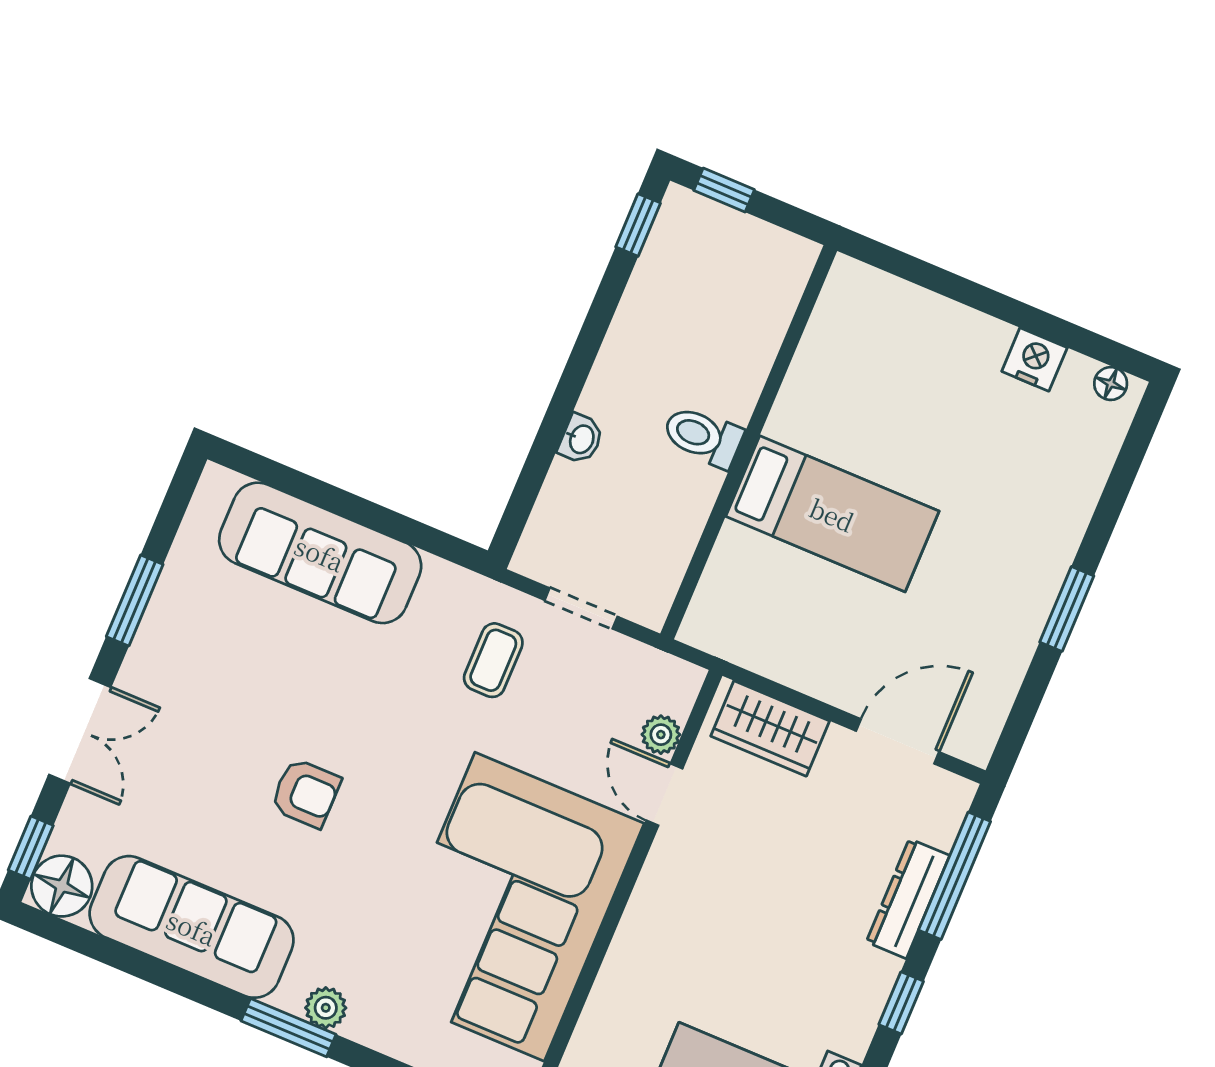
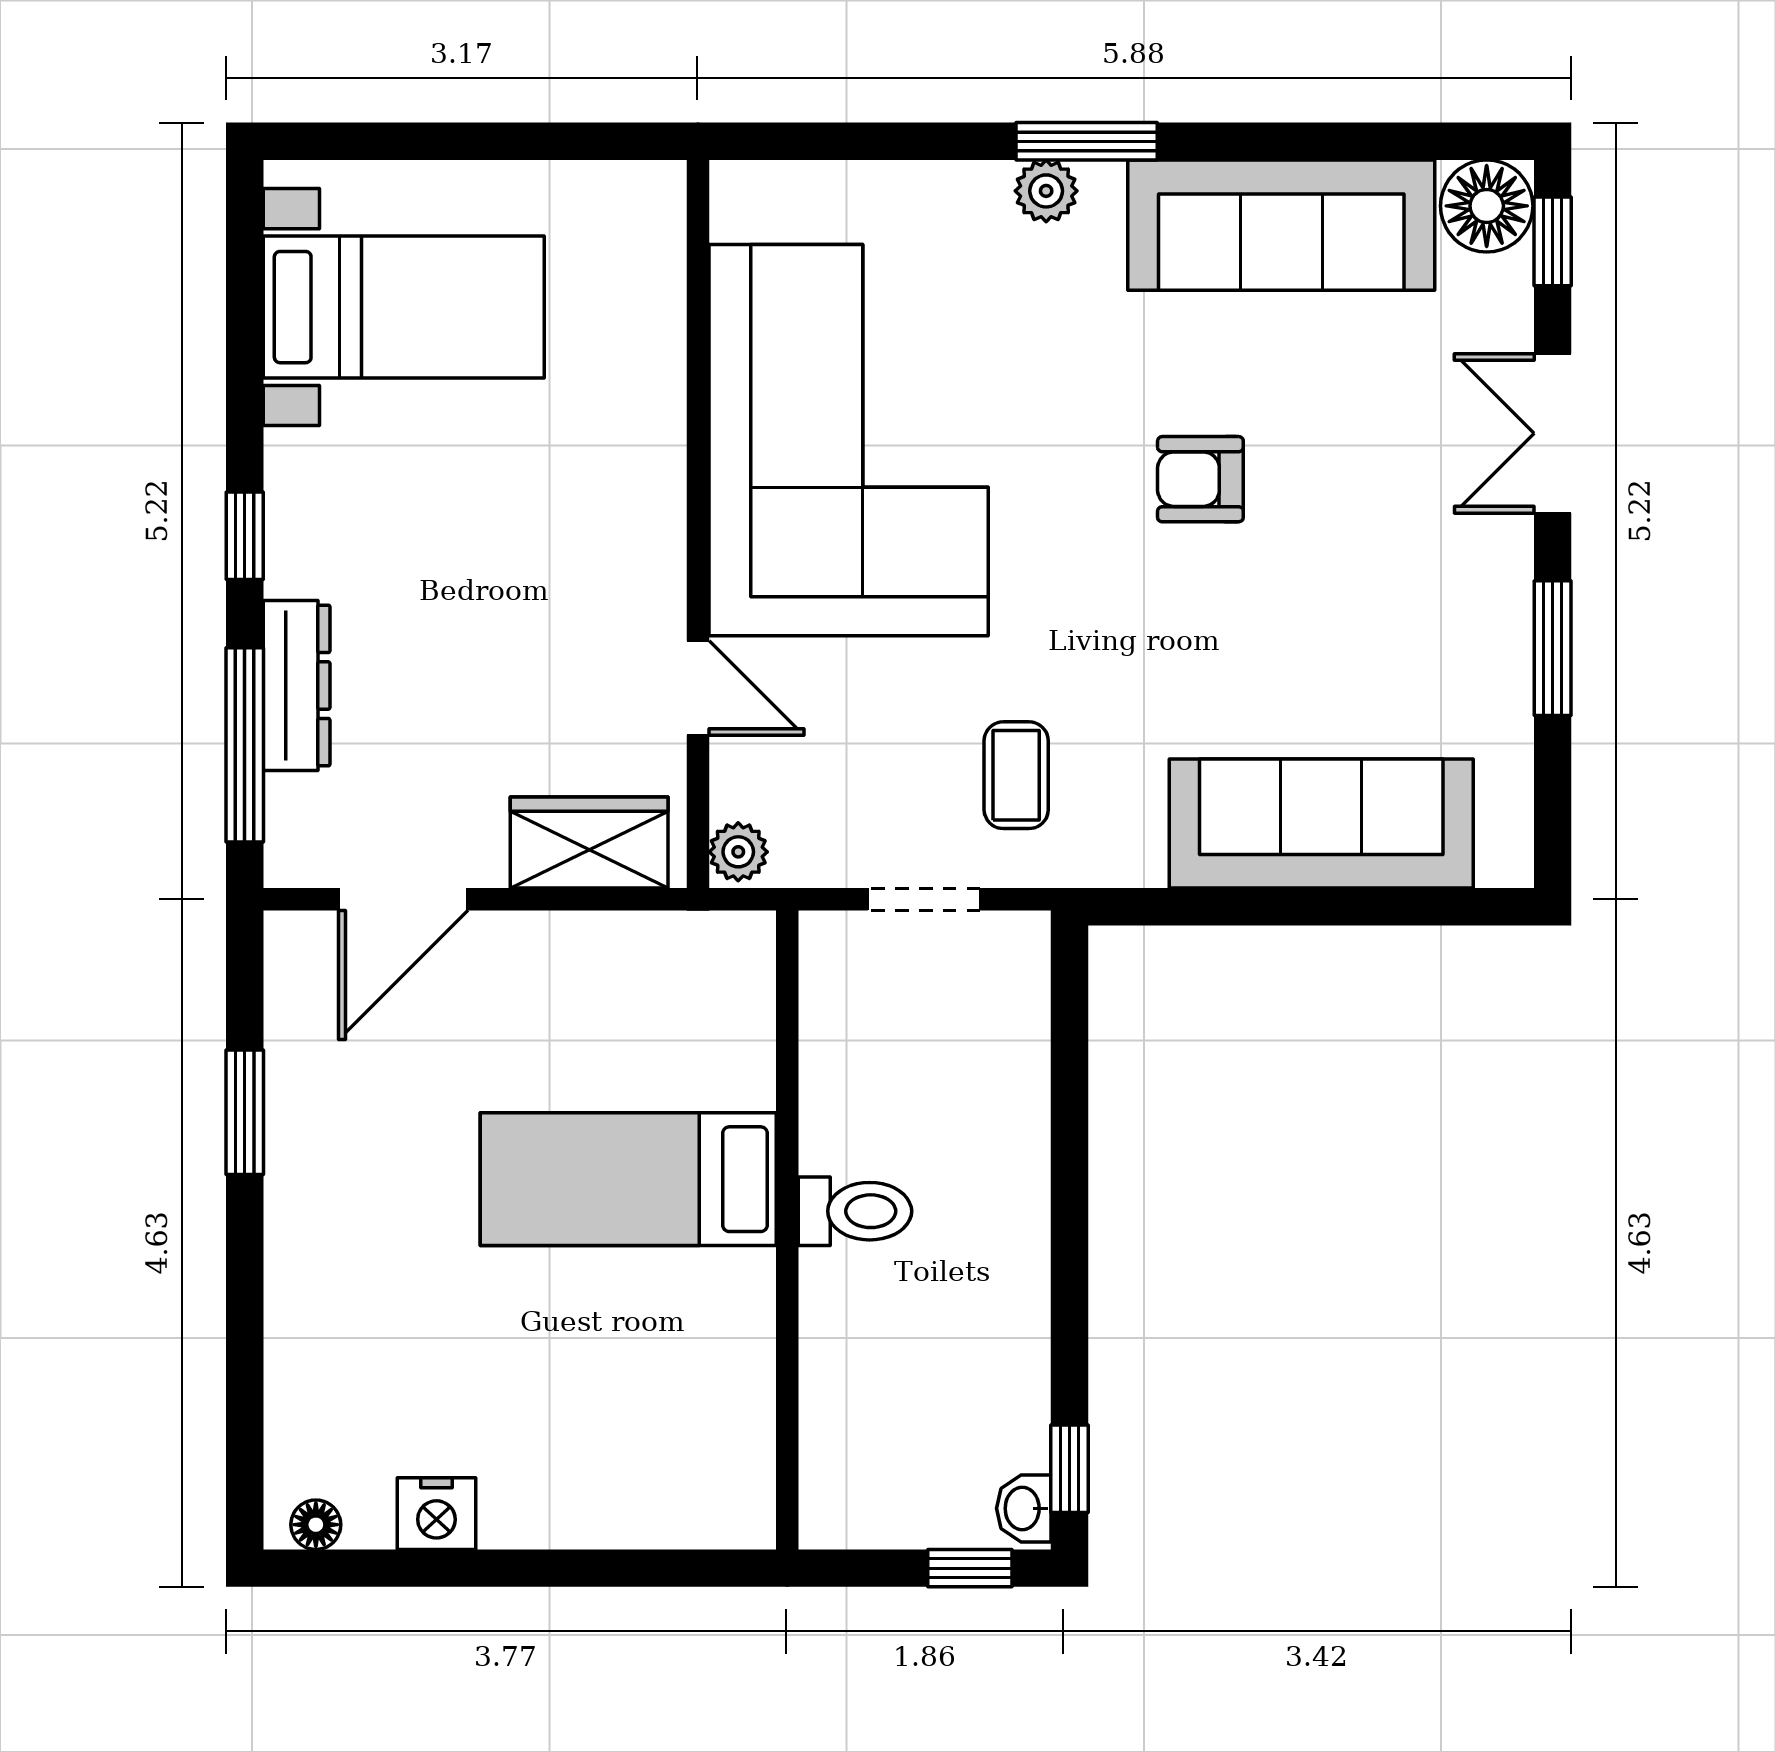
washbasin: (581, 439) -> (1024, 1508), moved
window: (1067, 609) -> (245, 1112), moved
plant: (661, 735) -> (738, 852), moved

